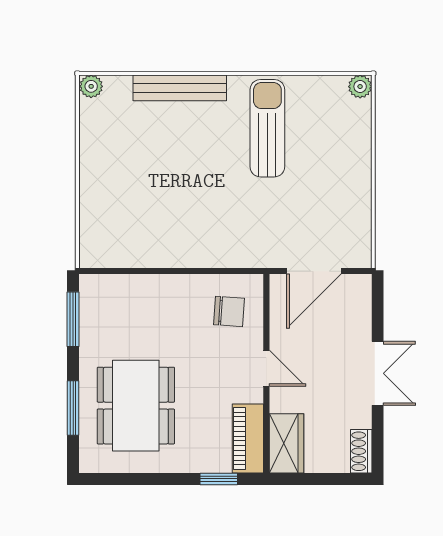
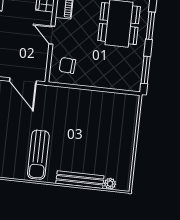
plant: (91, 86) -> (110, 184), moved
door: (314, 271) -> (23, 81), swing flipped

